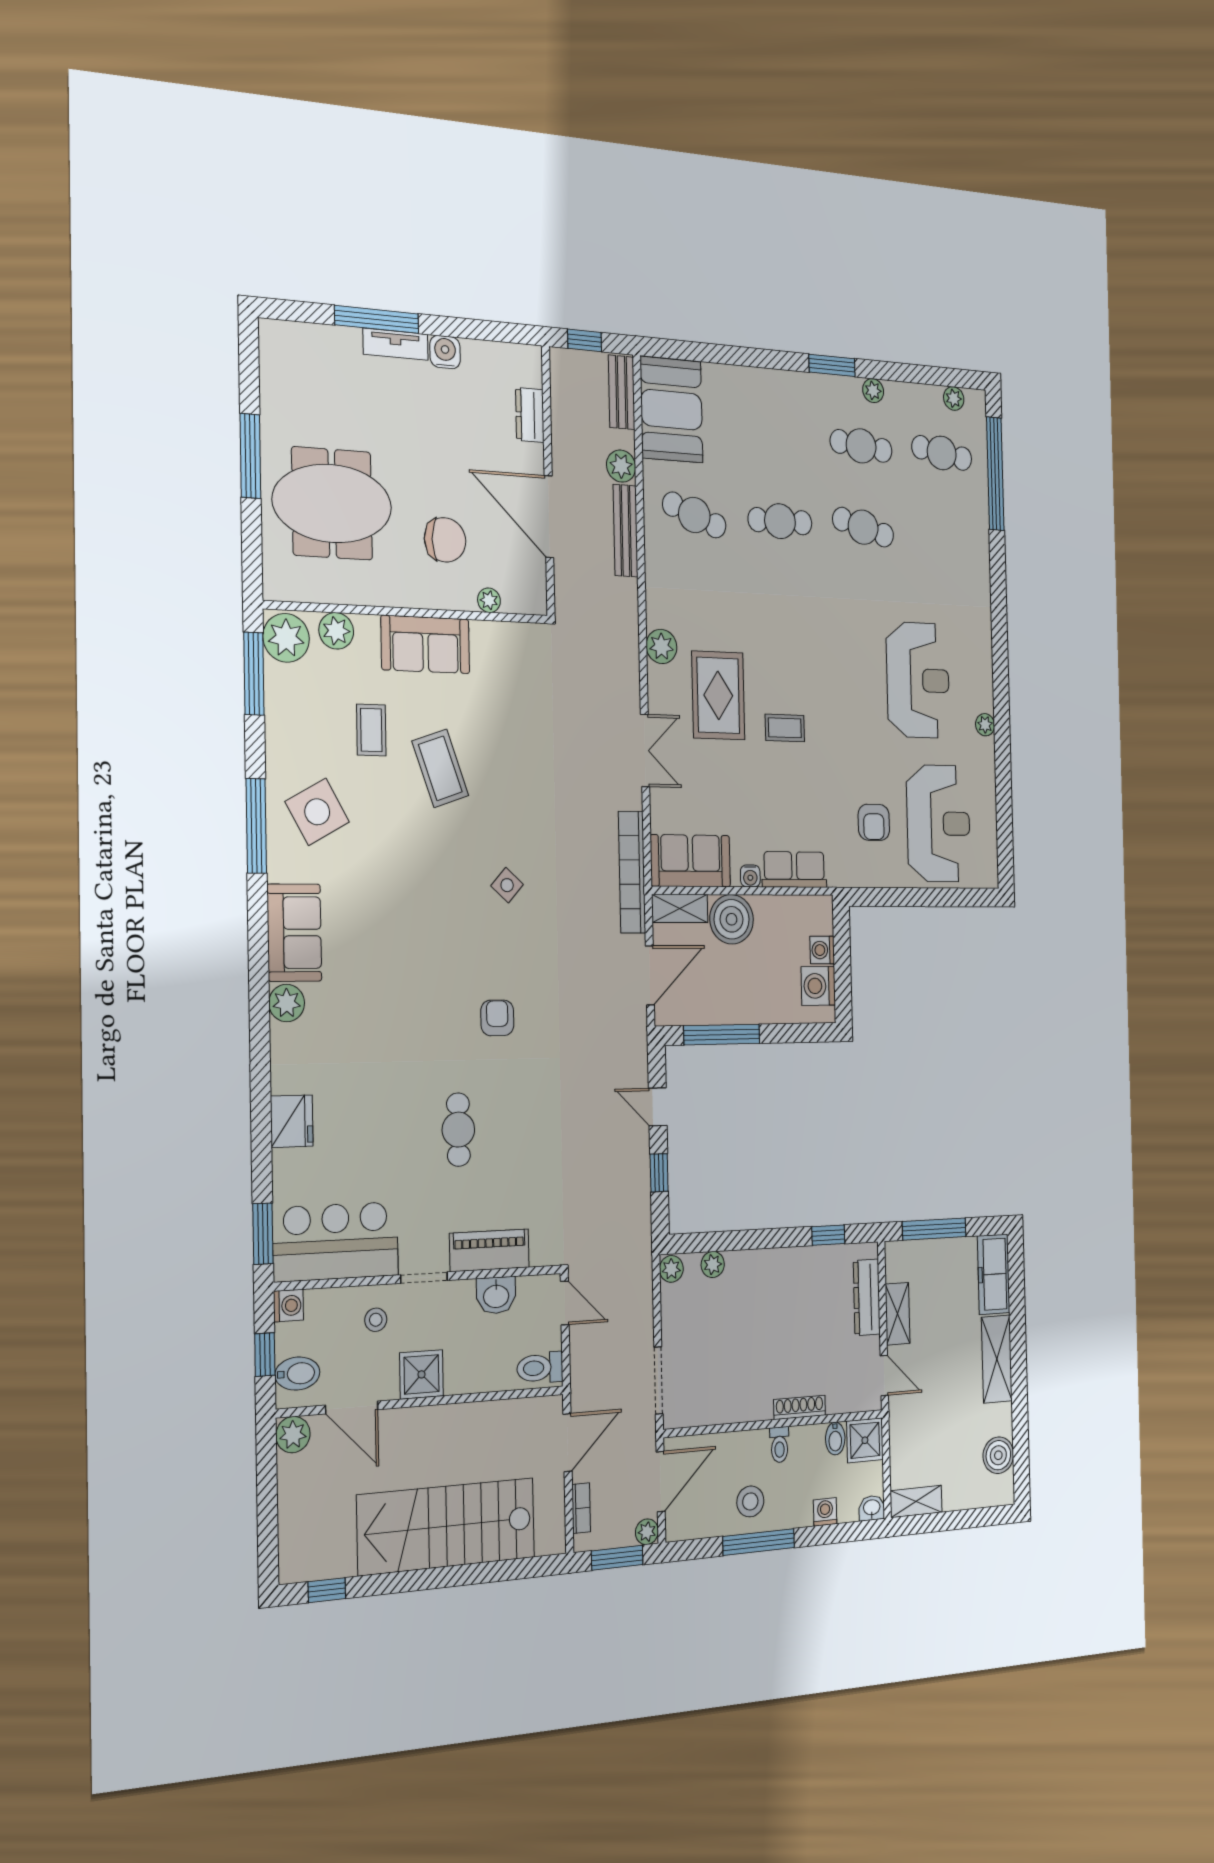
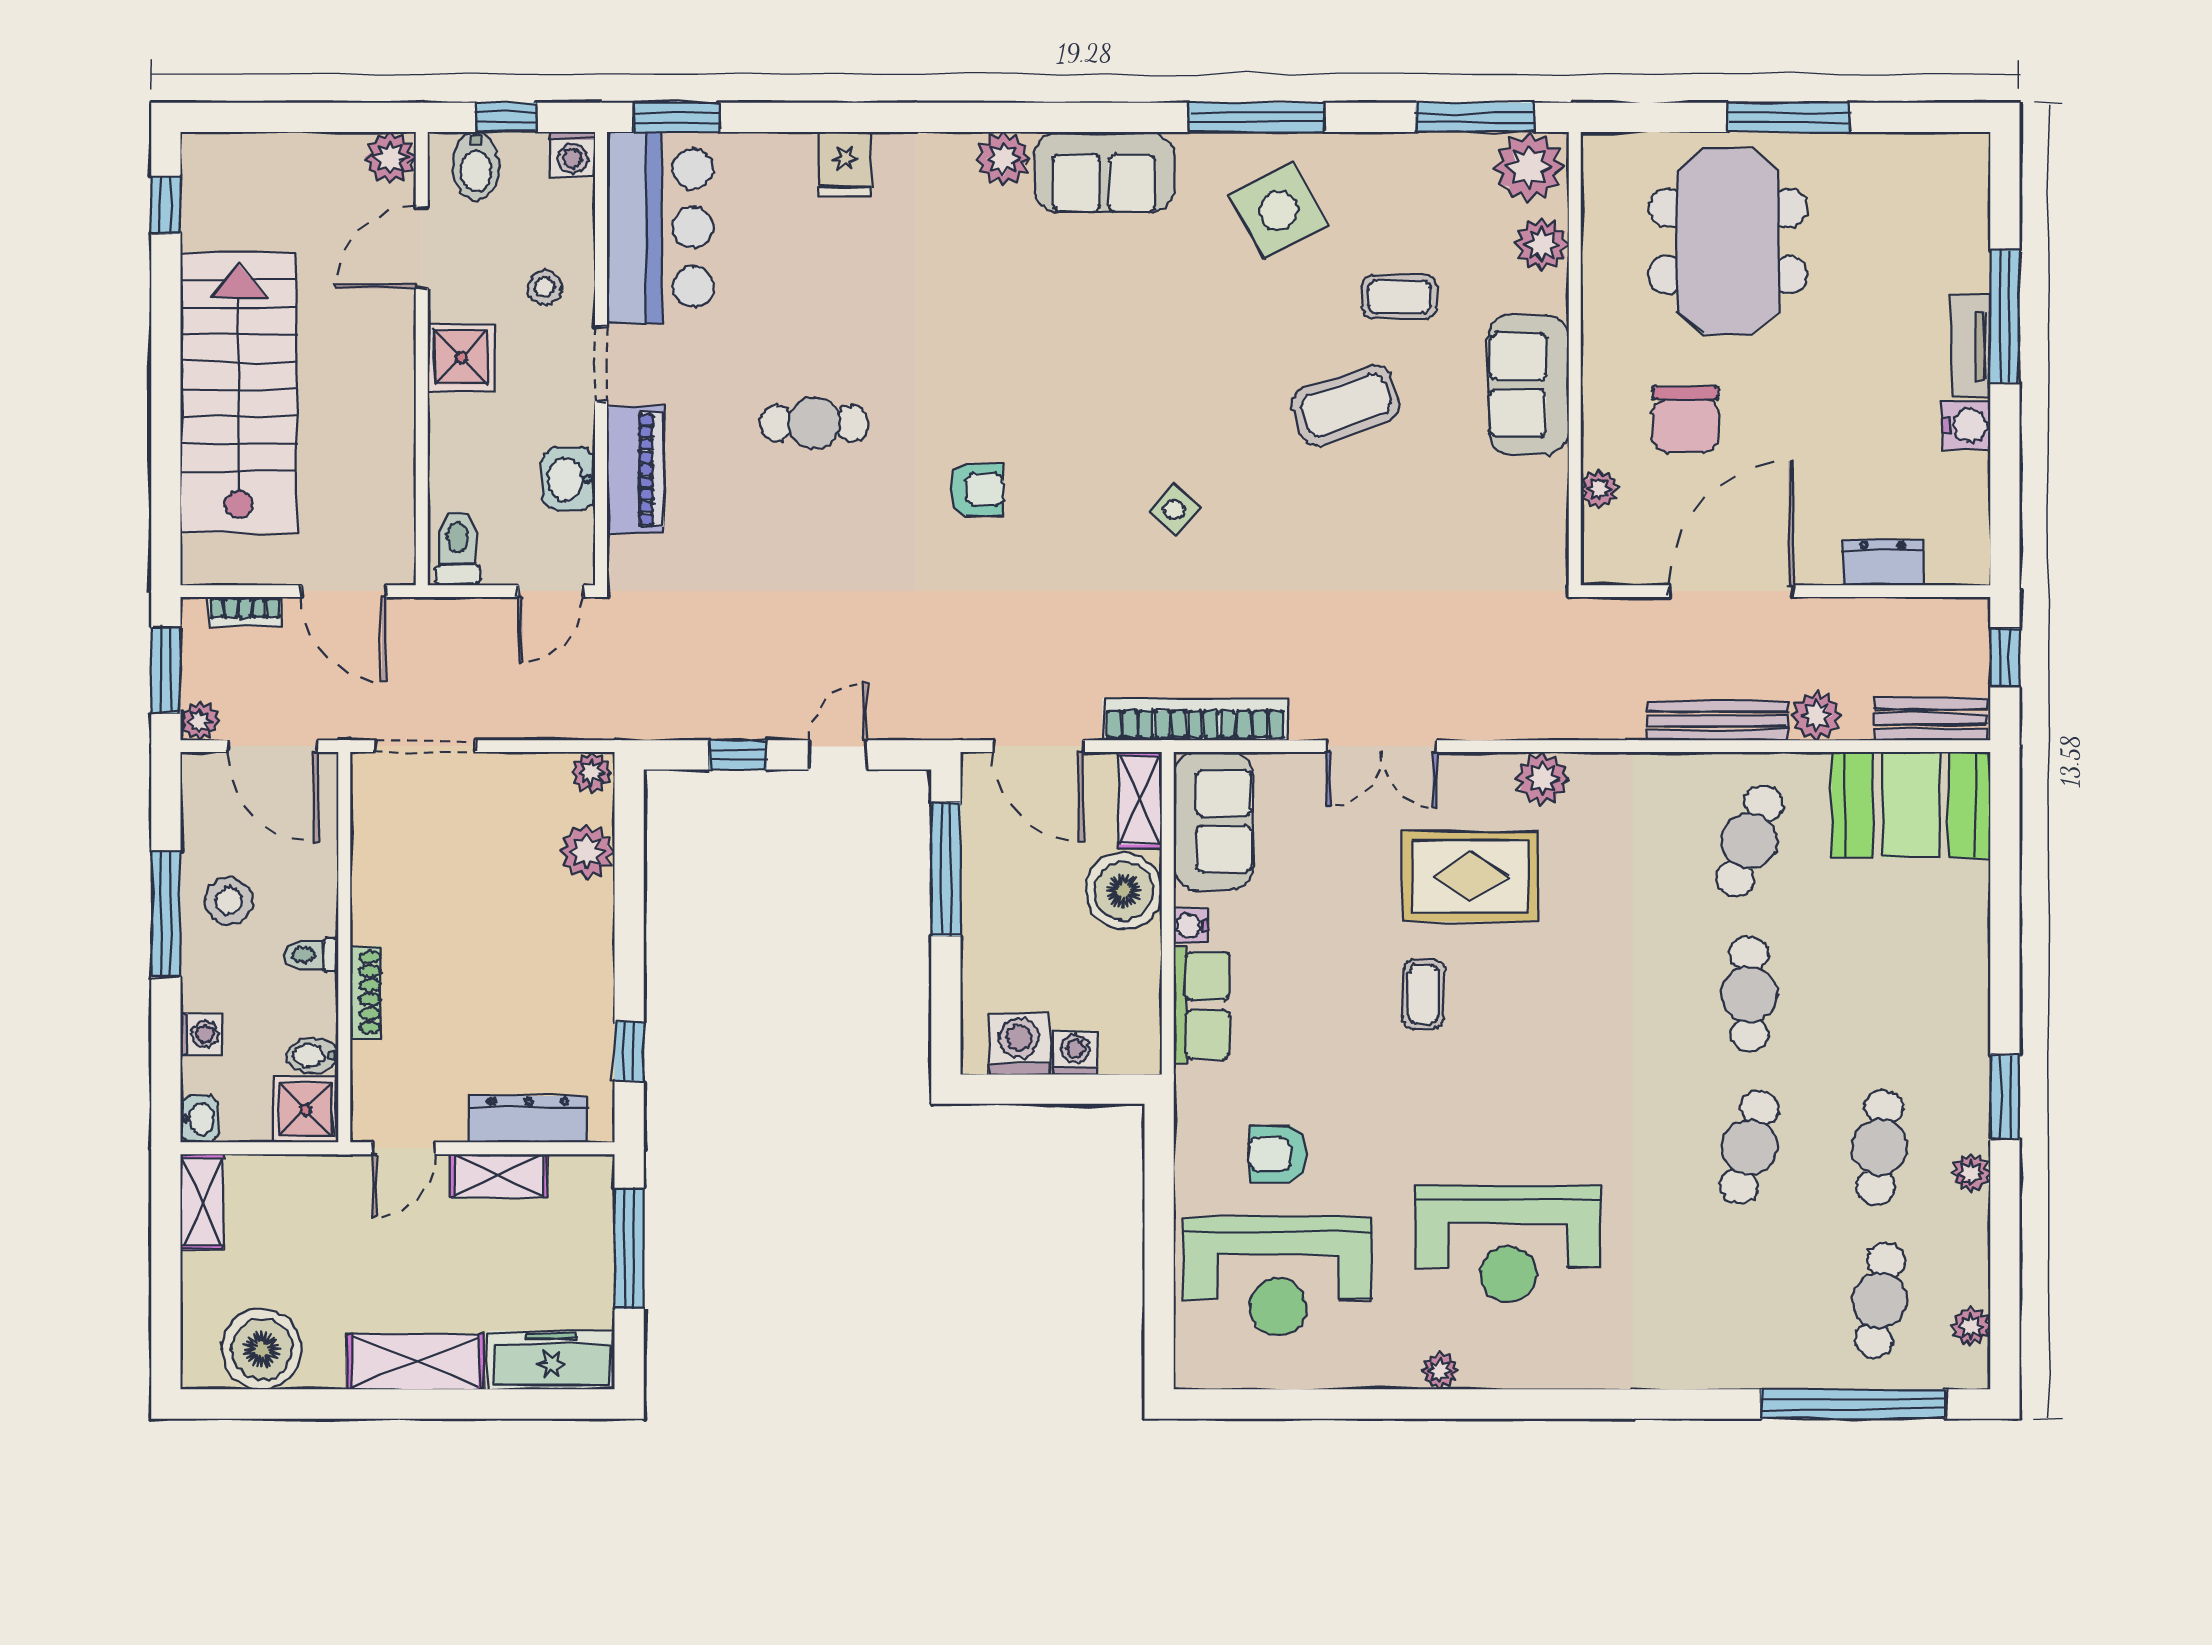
fridge: (292, 1121) -> (845, 164), width x0.72
plant: (713, 1264) -> (587, 852), width x1.38, depth x1.38
boiler: (998, 1455) -> (262, 1349), width x1.37, depth x1.37

